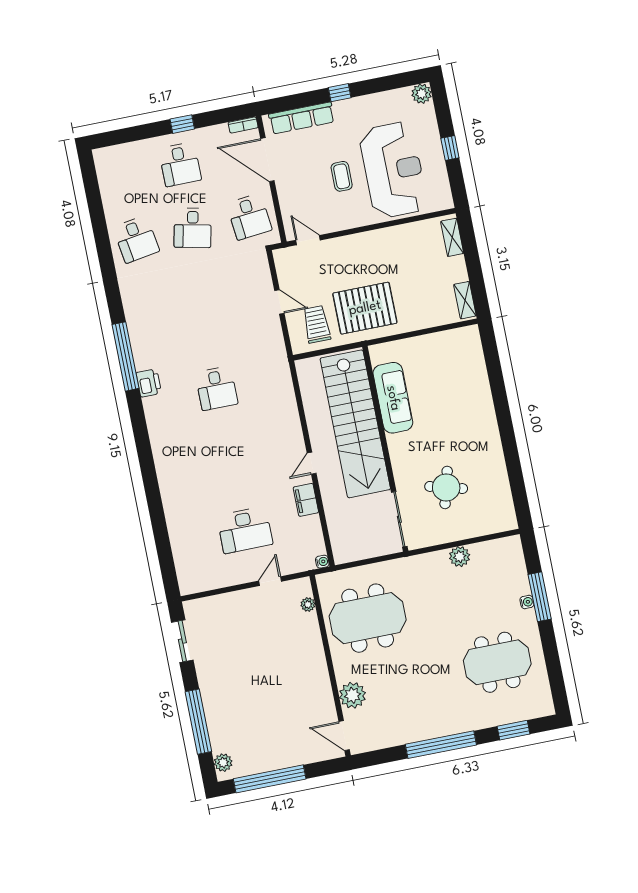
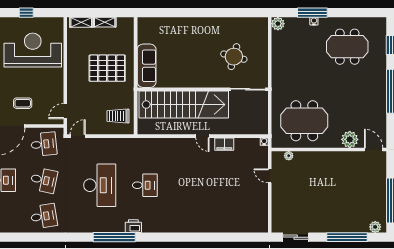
coffee table: (342, 176) -> (23, 103), moved
shelving: (465, 300) -> (105, 22), moved
door: (279, 302) -> (78, 136), moved
pallet: (365, 308) -> (107, 68), moved, turned 90
sofa: (393, 398) -> (147, 66), moved, turned 90
desk: (245, 530) -> (100, 185), moved, width x1.36, depth x1.30
plant: (460, 557) -> (278, 24), moved
meeting table: (368, 618) -> (304, 121), turned 90
meeting table: (497, 662) -> (347, 47), turned 90
door: (344, 736) -> (374, 149), swing flipped

